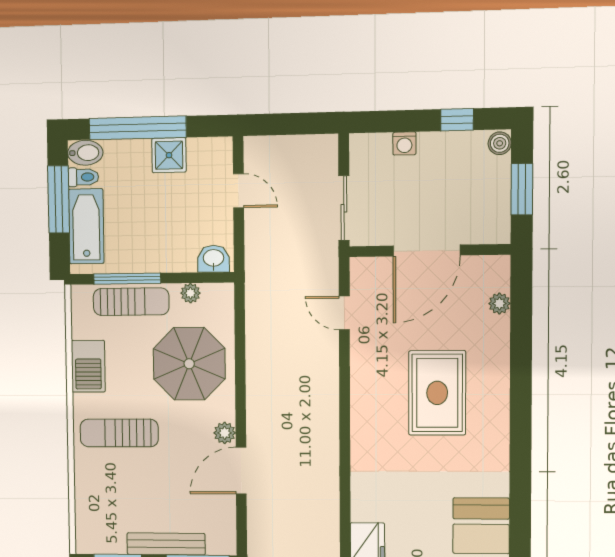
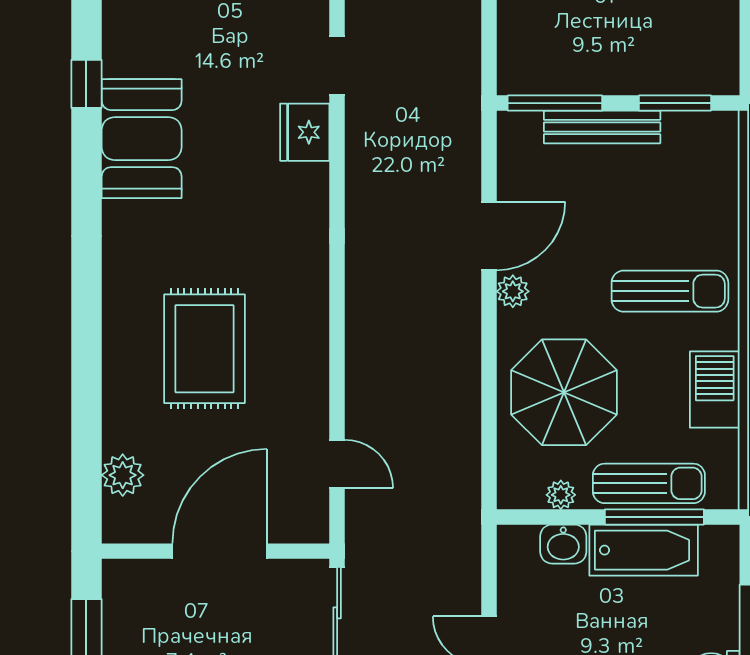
bathtub: (86, 226) -> (644, 550), moved, turned -90
washbasin: (213, 259) -> (563, 544), moved
sun lounger: (131, 302) -> (649, 483), turned 180
plant: (499, 304) -> (123, 475), width x1.38, depth x1.38

